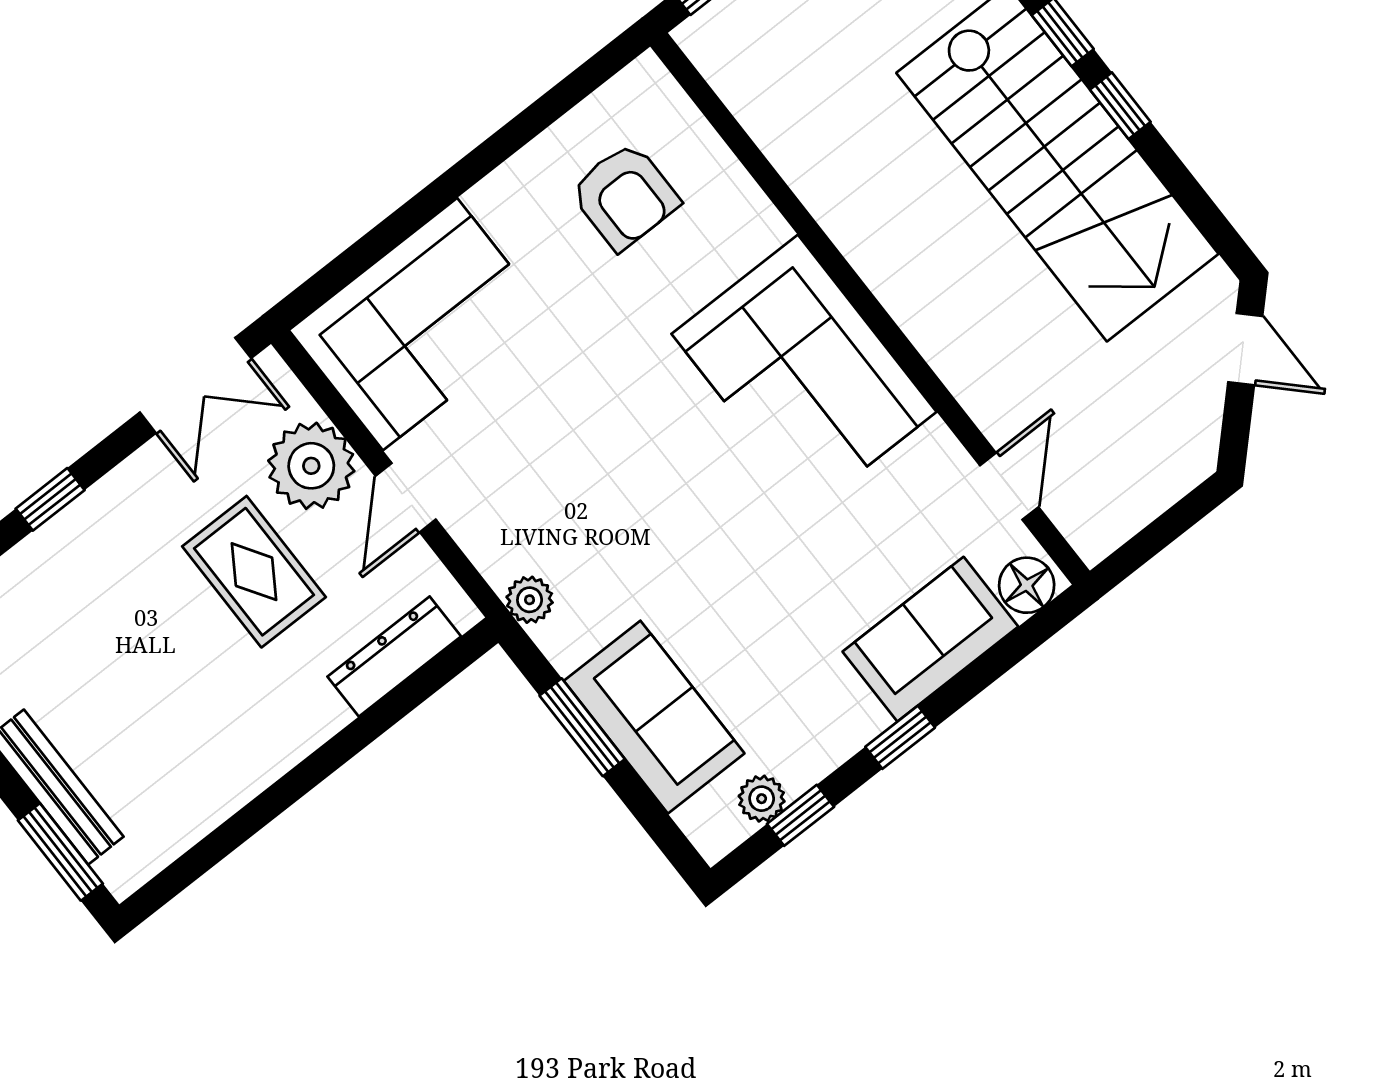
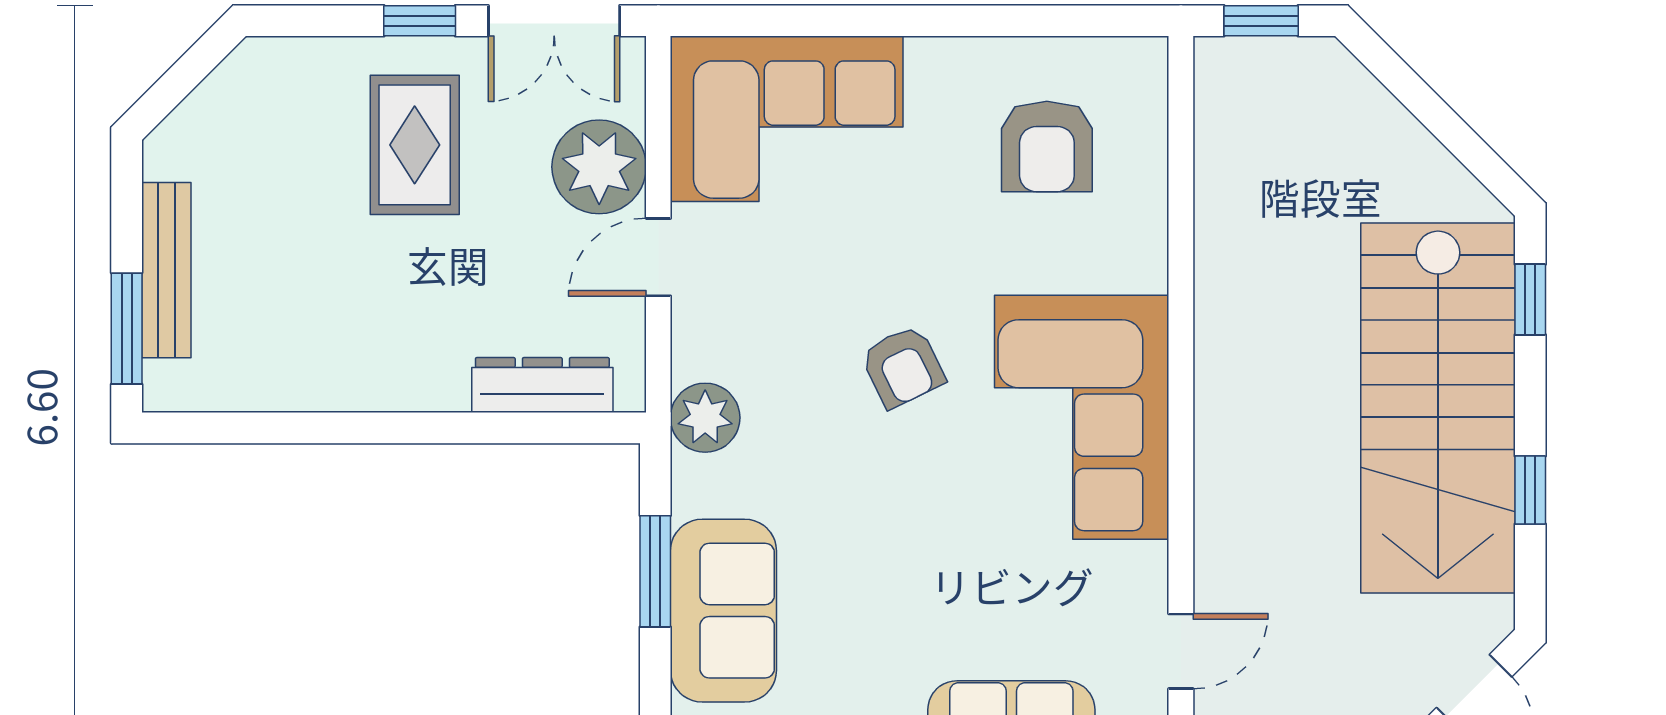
window: (1120, 106) -> (1530, 490), moved
armchair: (645, 438) -> (903, 367), added
window: (50, 499) -> (420, 21), moved
rug: (254, 572) -> (415, 145), moved
plant: (530, 600) -> (705, 418), width x1.38, depth x1.38

